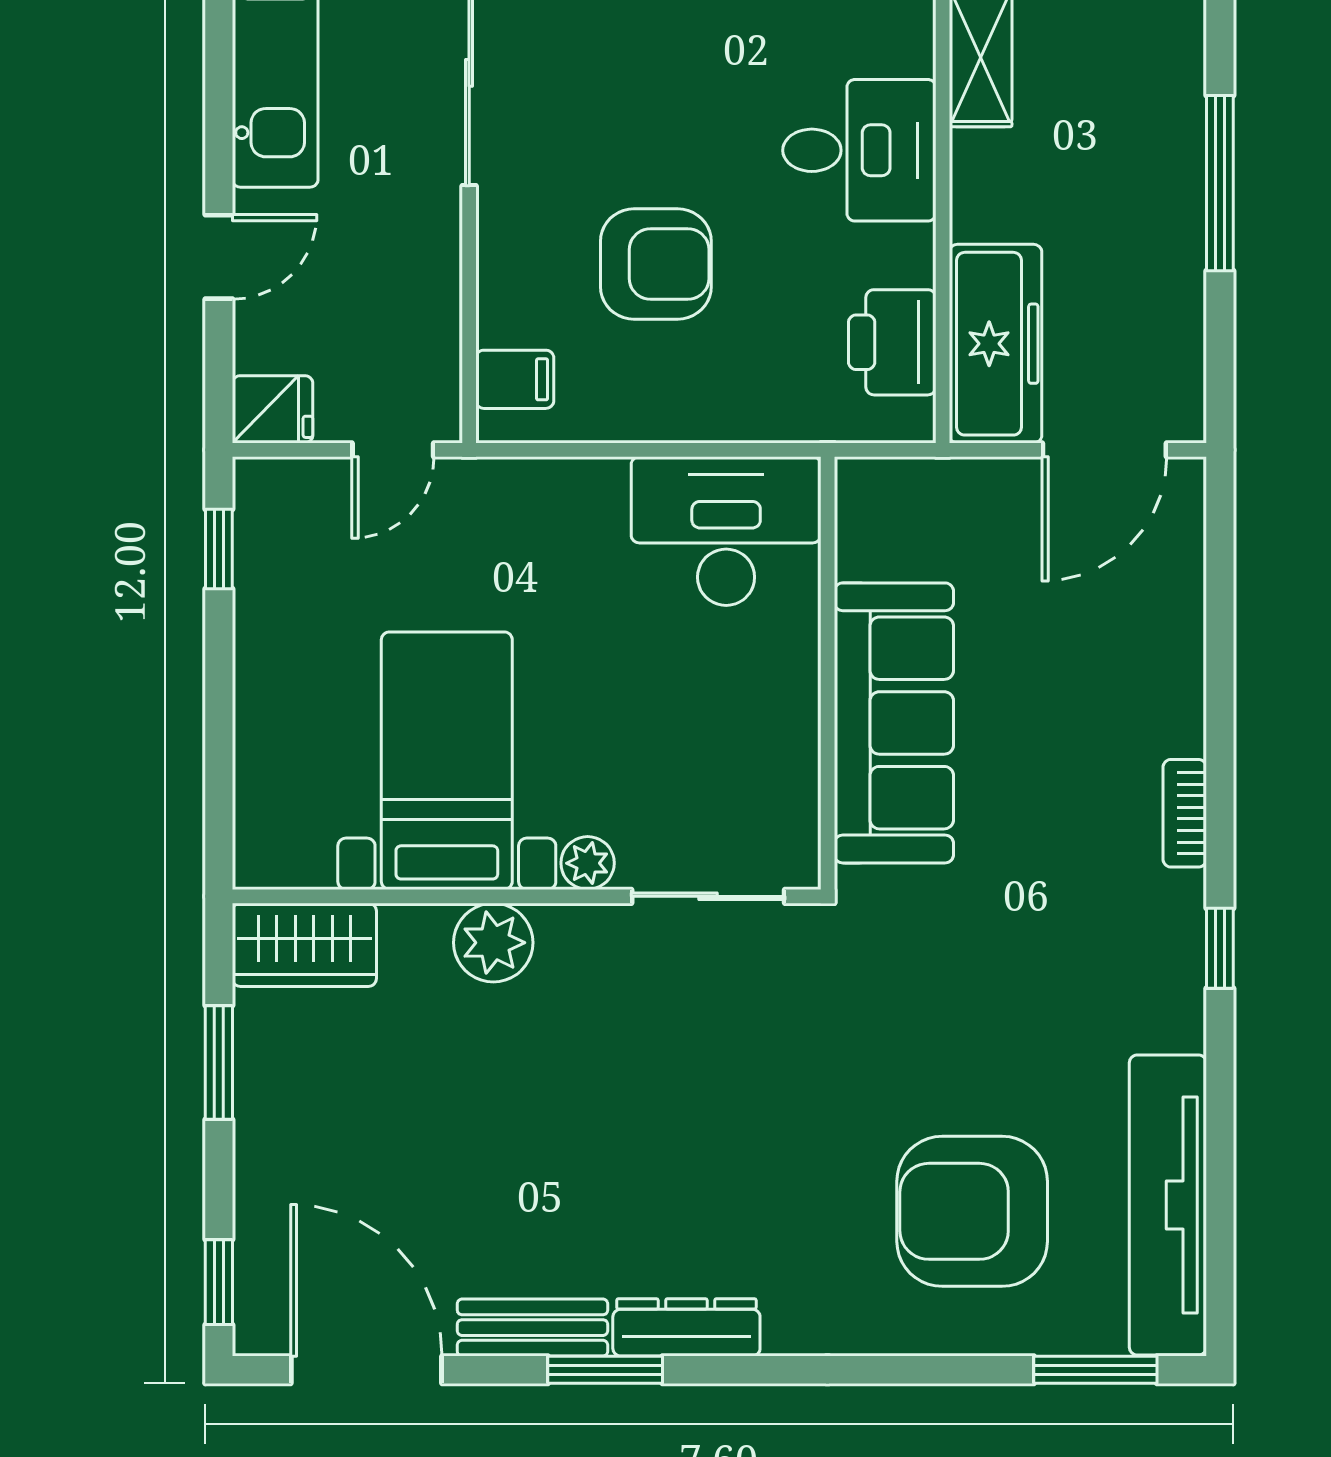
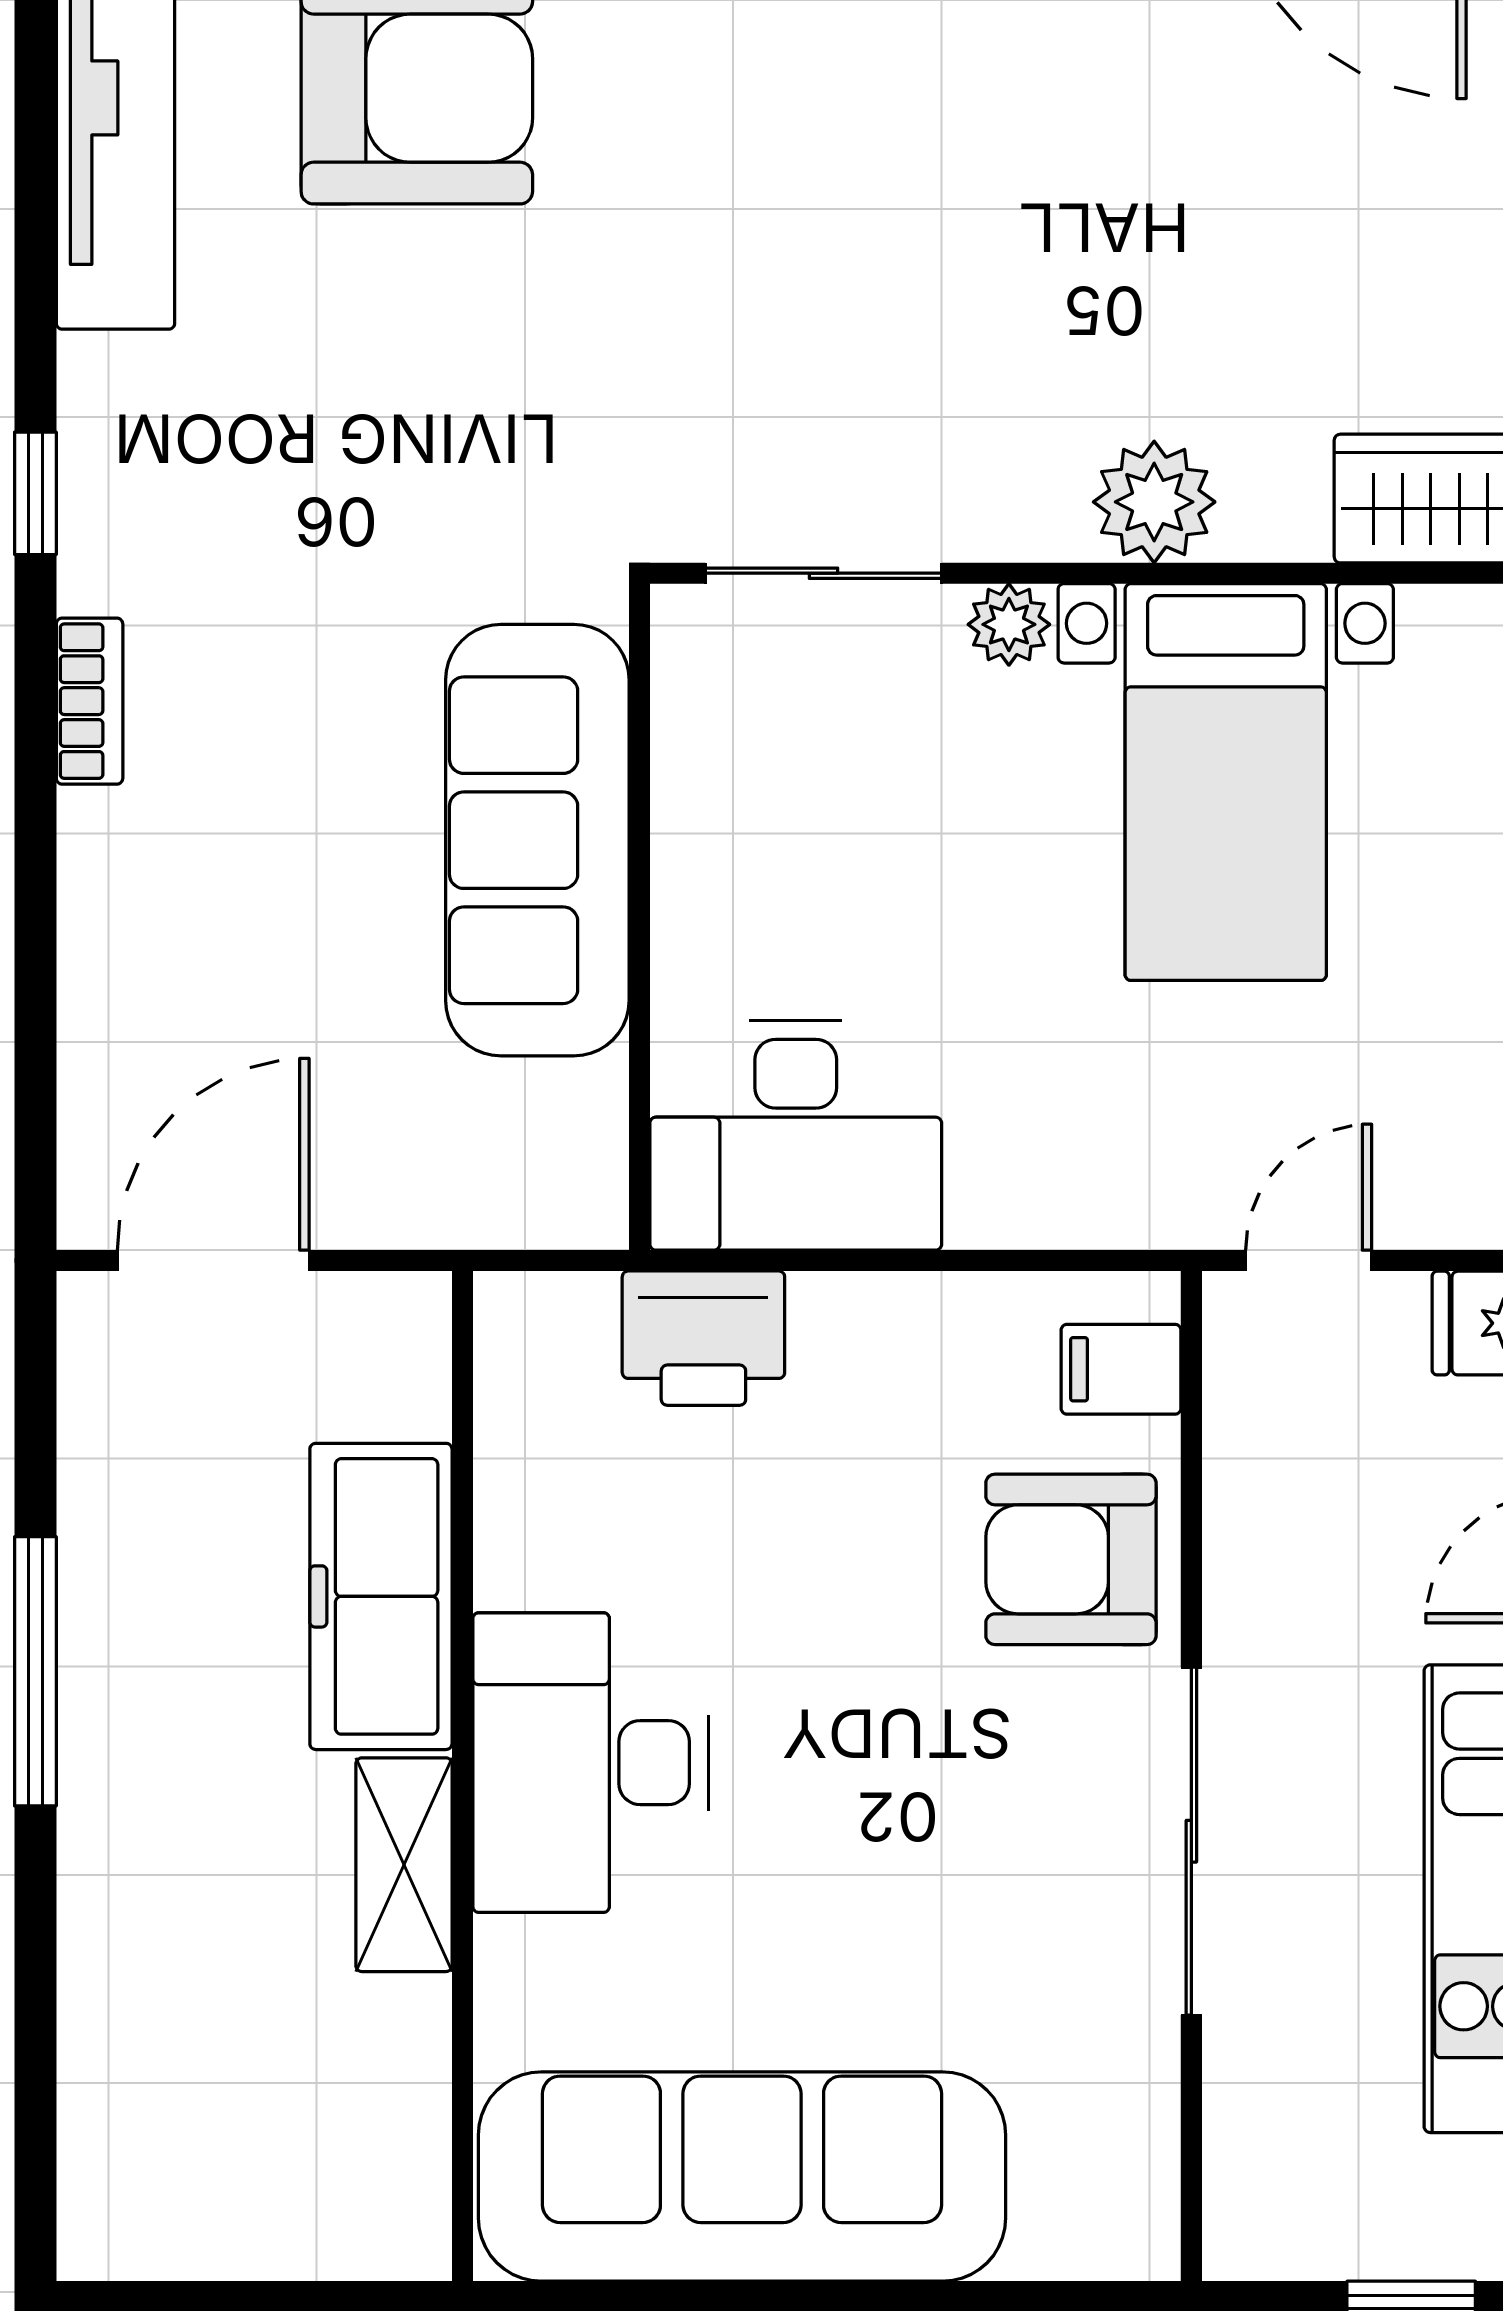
desk: (859, 150) -> (591, 1763), width x1.37
armchair: (656, 264) -> (1071, 1559), moved
printer: (892, 342) -> (703, 1338), moved, turned 90
freezer: (995, 344) -> (381, 1596), moved

